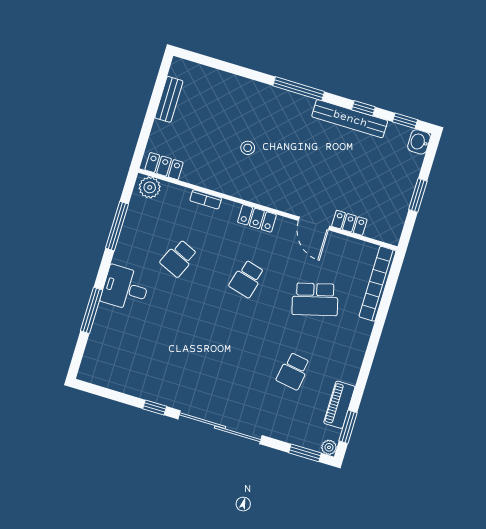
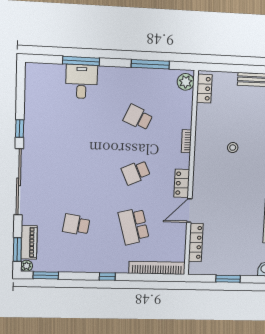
bookcase: (206, 199) -> (186, 141), moved
locker: (257, 218) -> (182, 183), moved
locker: (349, 223) -> (196, 242), width x1.53
school desk: (247, 279) -> (136, 172), turned -39
desk: (125, 288) -> (82, 82), moved
window: (371, 350) -> (107, 277), added
piano: (339, 405) -> (29, 242), moved, turned 90

